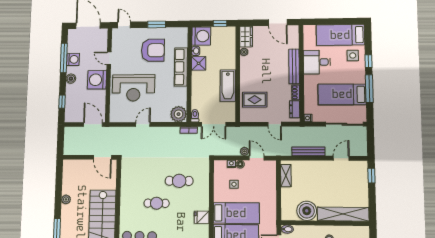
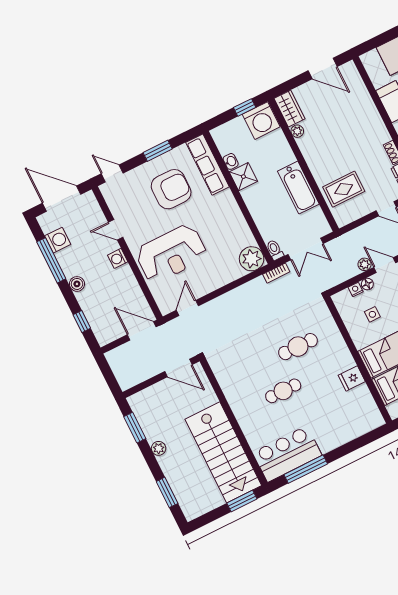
washing machine: (201, 36) -> (261, 121), moved, turned 90
washing machine: (73, 59) -> (58, 240), moved
bench: (294, 66) -> (374, 119), removed
row of seats: (181, 67) -> (207, 165), moved
washing machine: (97, 80) -> (118, 258), width x0.53, depth x0.53
door: (143, 124) -> (187, 308), moved
window: (59, 180) -> (135, 428), added

